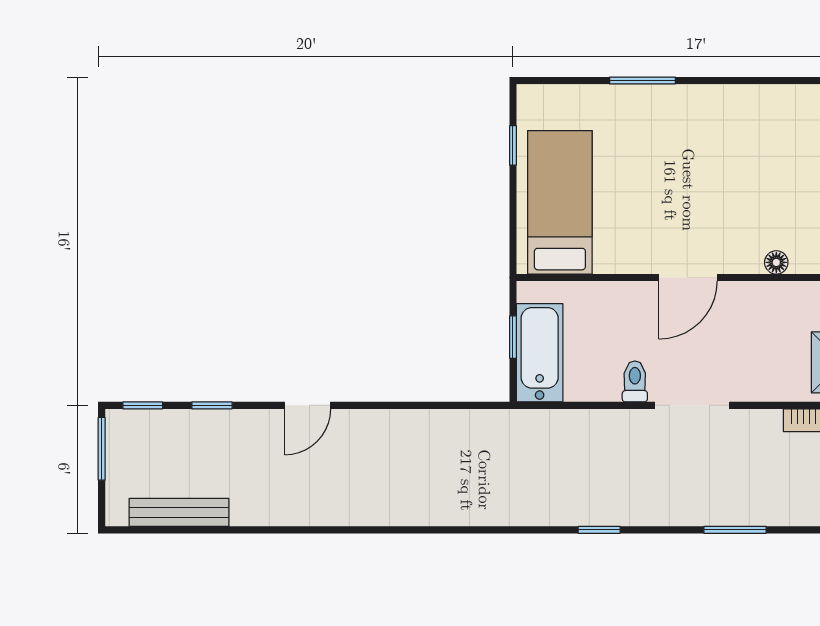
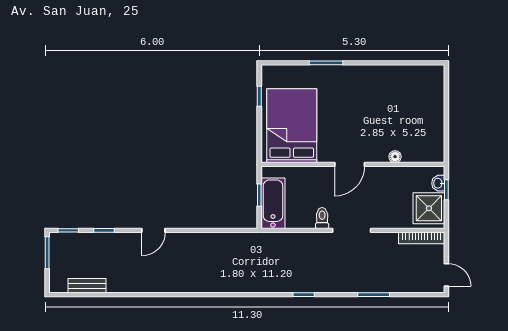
bed: (560, 202) -> (292, 126), width x1.50
bench: (179, 512) -> (87, 286), width x0.73

